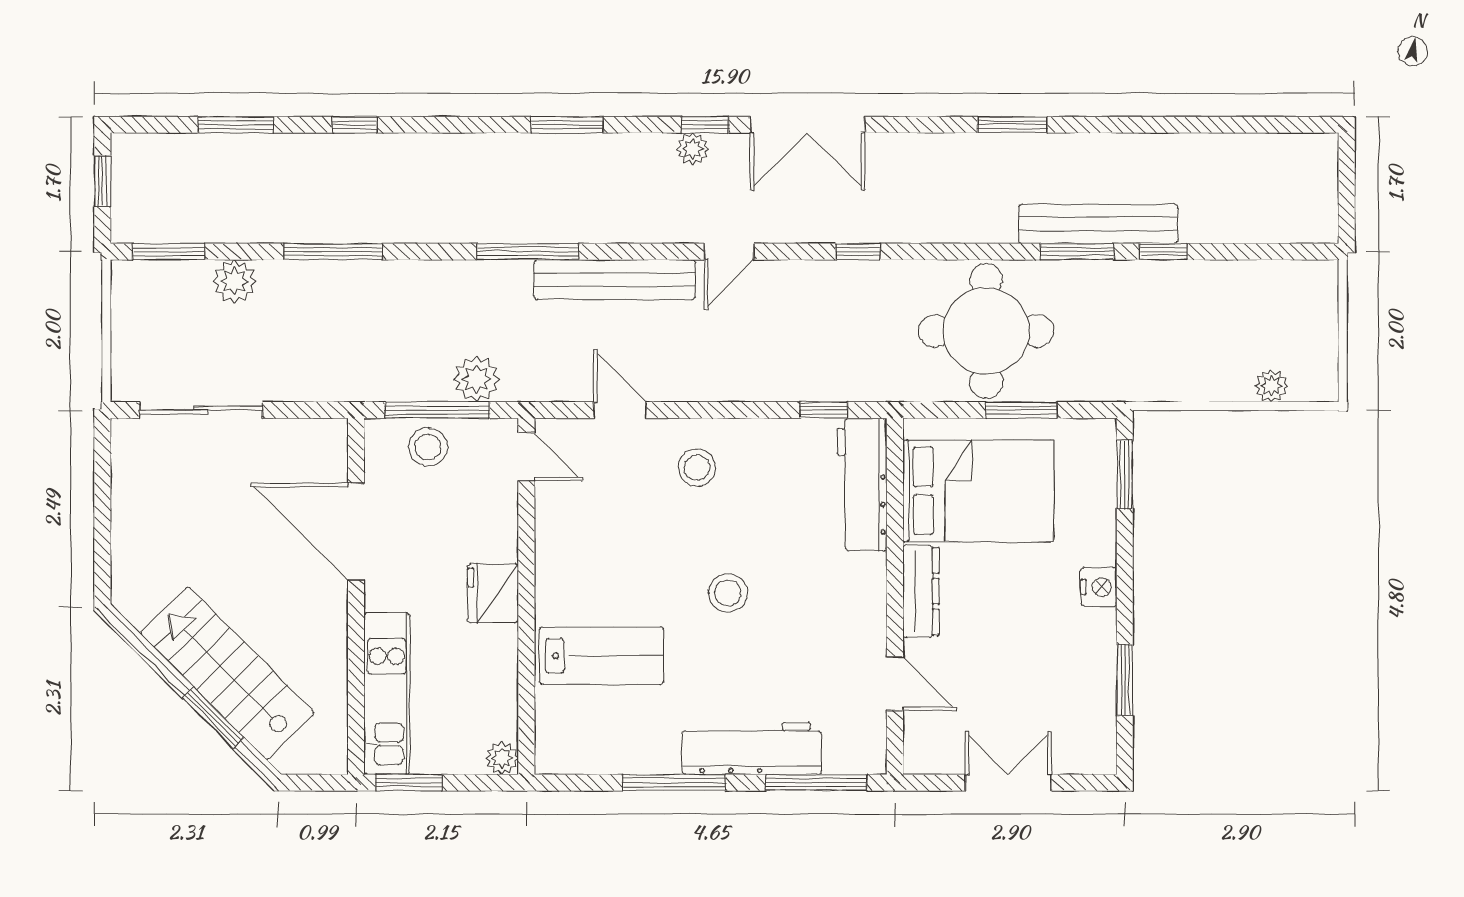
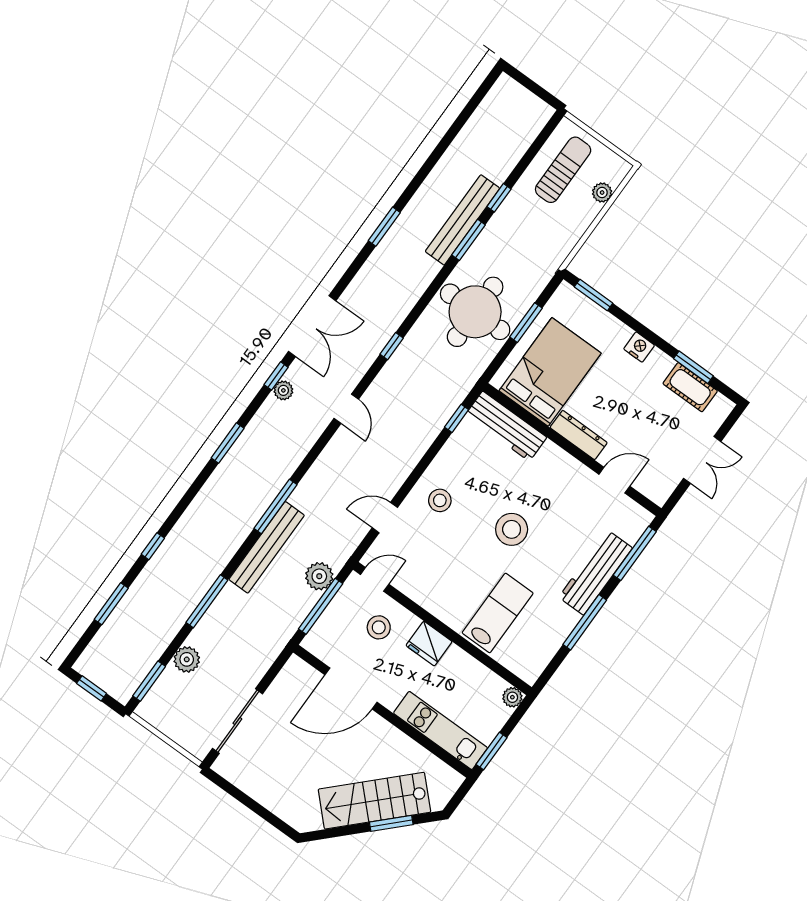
bench: (615, 280) -> (267, 547), moved
sun lounger: (1264, 311) -> (563, 170), added
stool: (428, 447) -> (379, 627), moved
stool: (728, 593) -> (512, 529), width x1.38, depth x1.38
cot: (1095, 695) -> (690, 387), added
double door: (1008, 783) -> (702, 460), swing flipped

